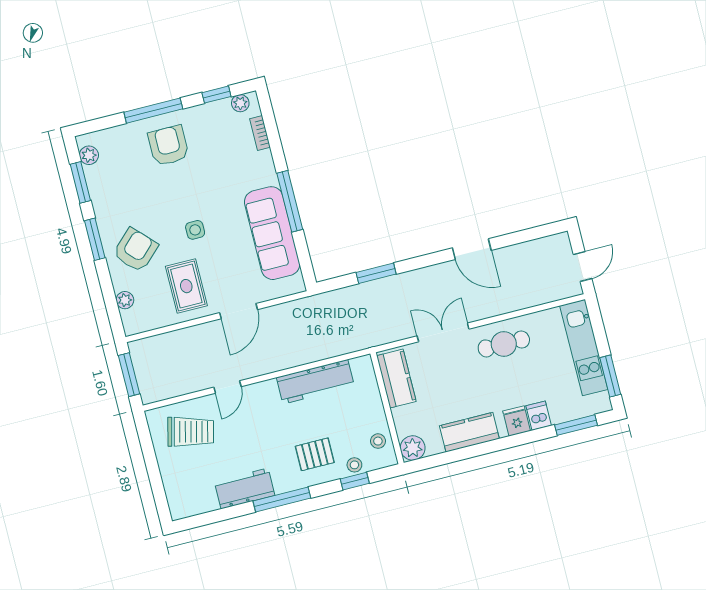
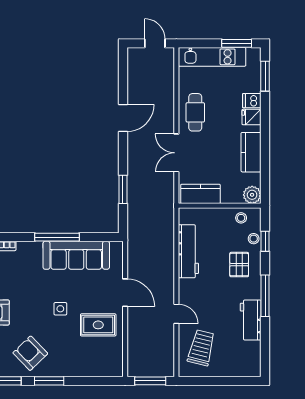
armchair: (135, 250) -> (30, 353), moved
plant: (125, 300) -> (97, 371), removed

